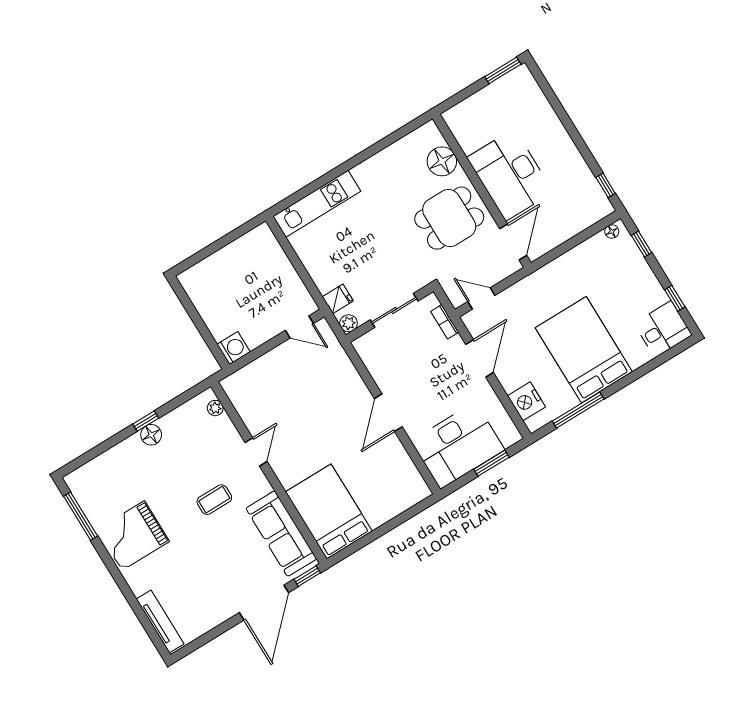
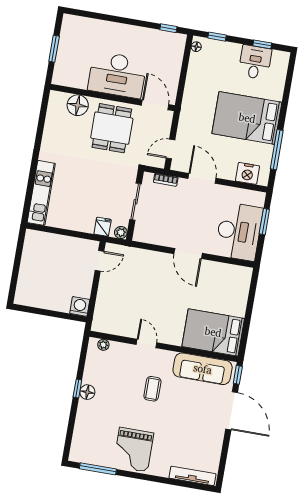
window: (503, 70) -> (54, 49), moved
desk: (663, 329) -> (255, 62), moved

